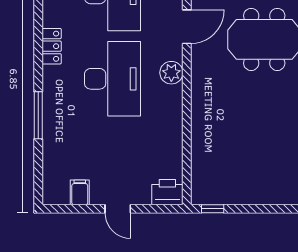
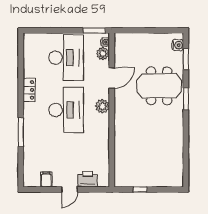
printer: (167, 192) -> (88, 179), moved
door: (118, 209) -> (70, 189), hinge flipped
window: (213, 209) -> (140, 189), moved

